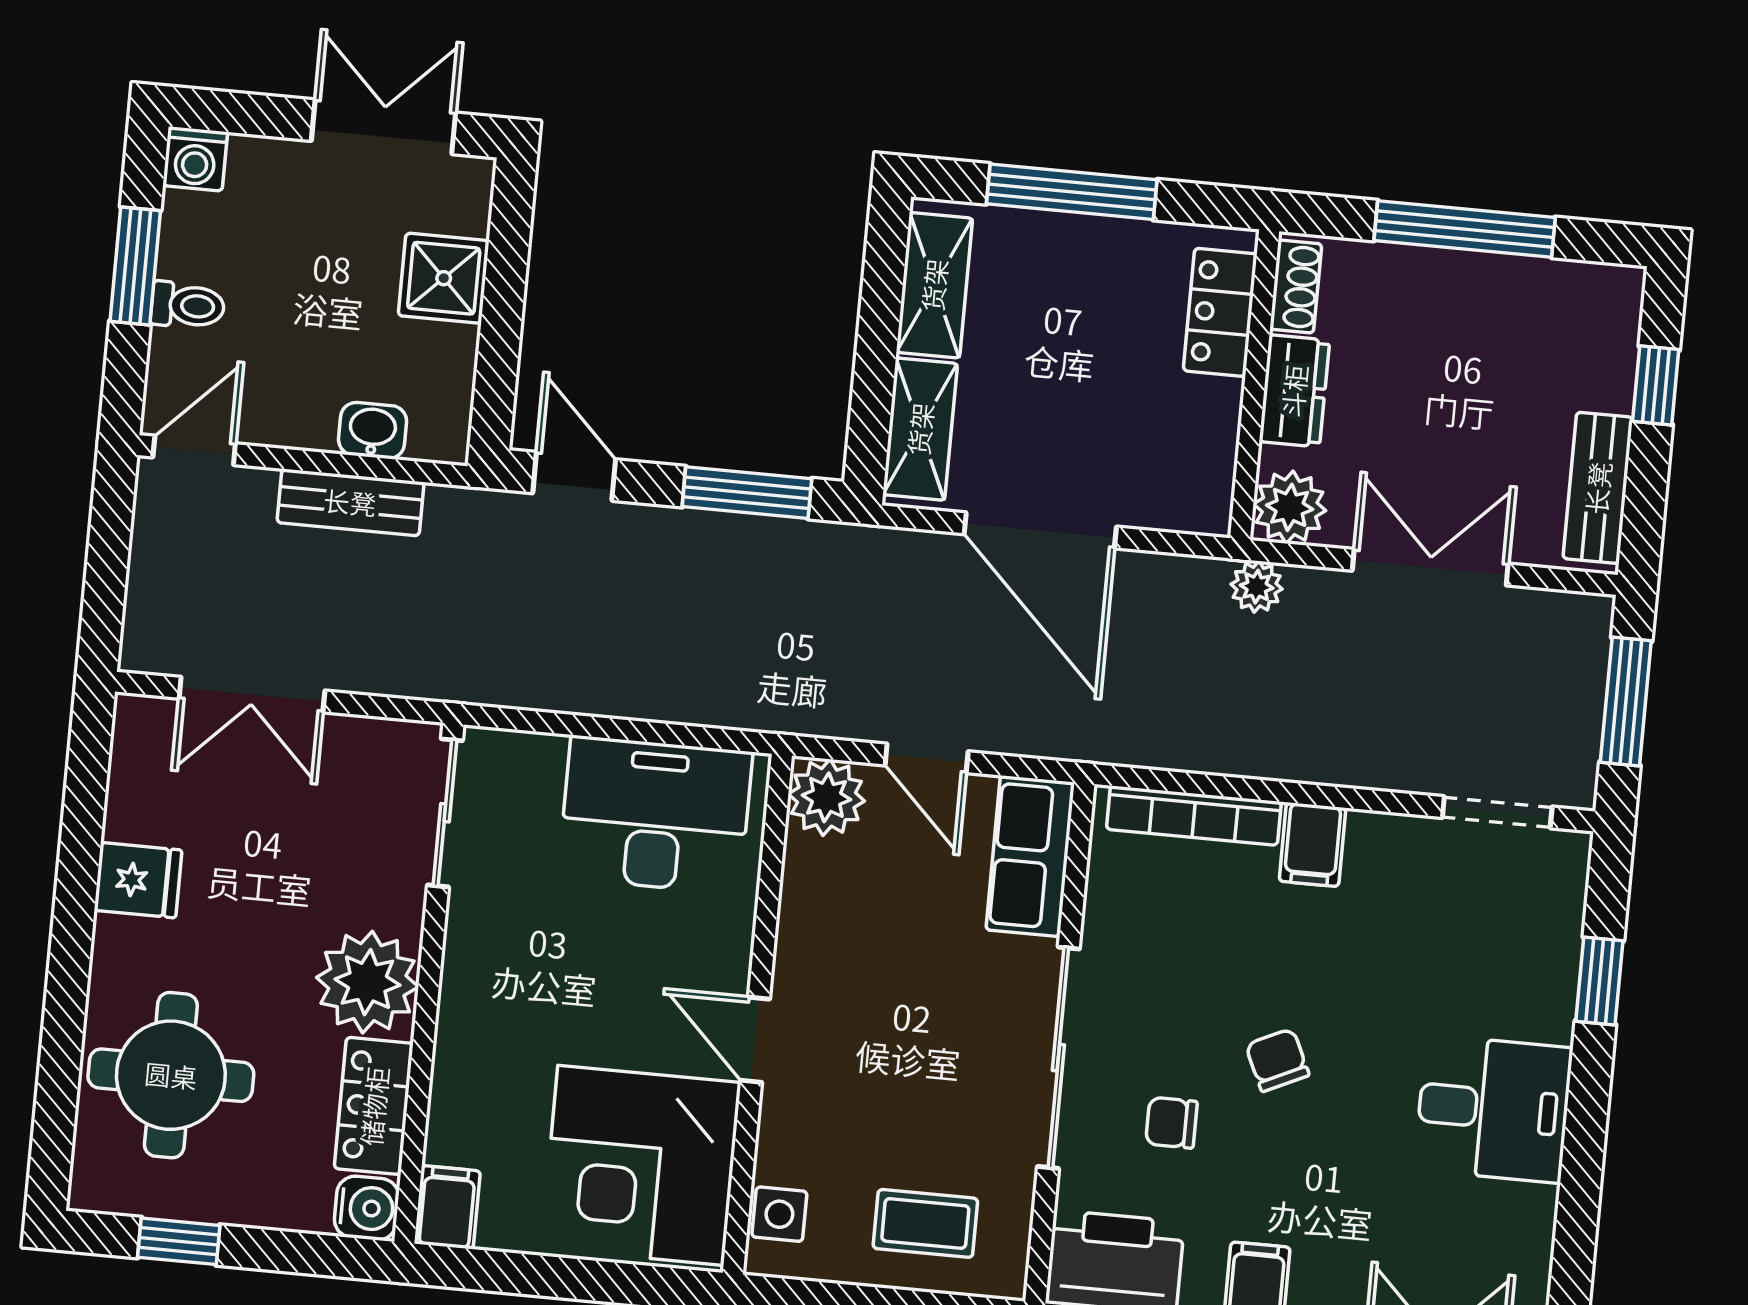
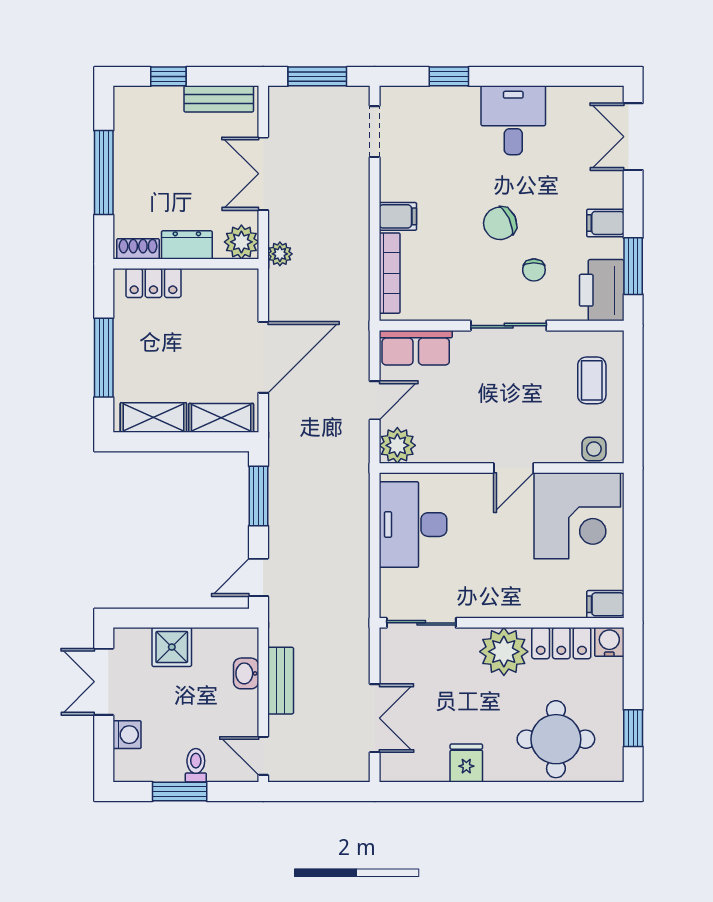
washing machine: (195, 159) -> (127, 735), moved
sliding door: (1058, 1058) -> (509, 326), width x0.73
chair: (1277, 1060) -> (500, 223), width x1.37, depth x1.37

